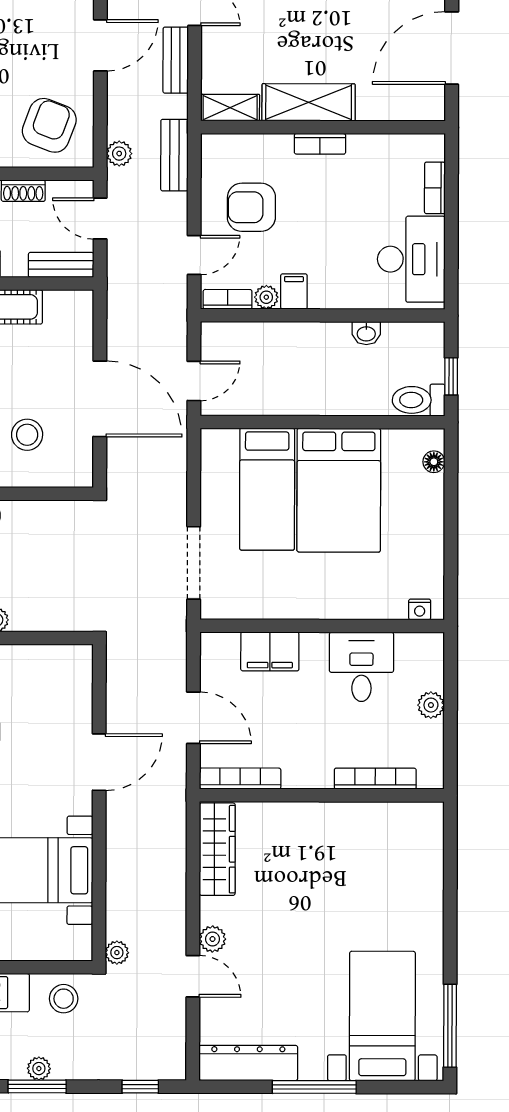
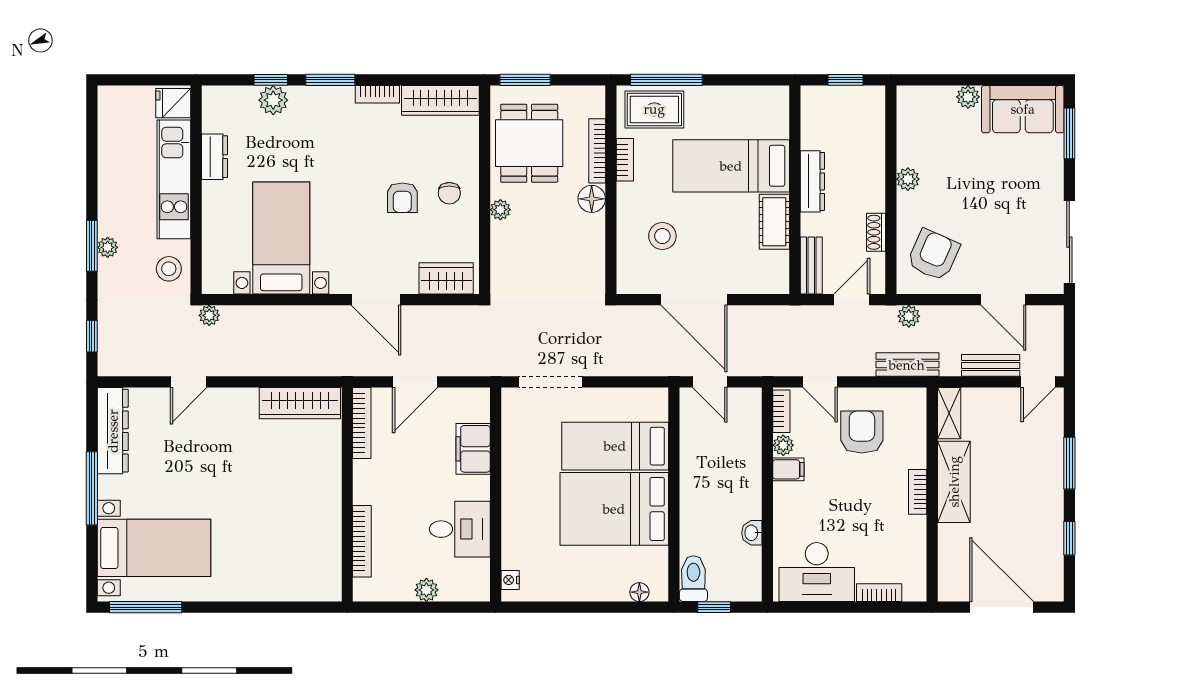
armchair: (49, 125) -> (933, 255), turned -87
door: (100, 399) -> (694, 300), hinge flipped
wardrobe: (75, 682) -> (446, 278), added
plant: (213, 939) -> (221, 399), removed

